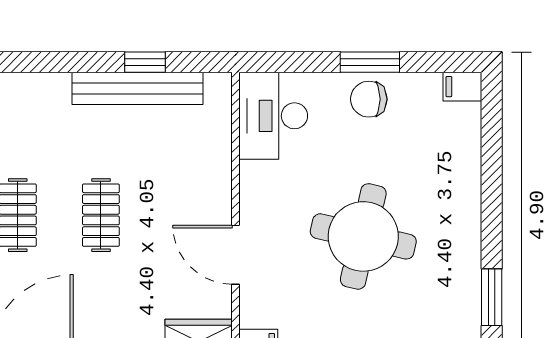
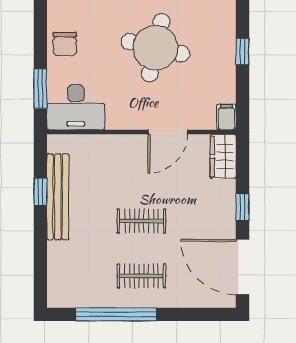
window: (370, 62) -> (40, 89), moved

